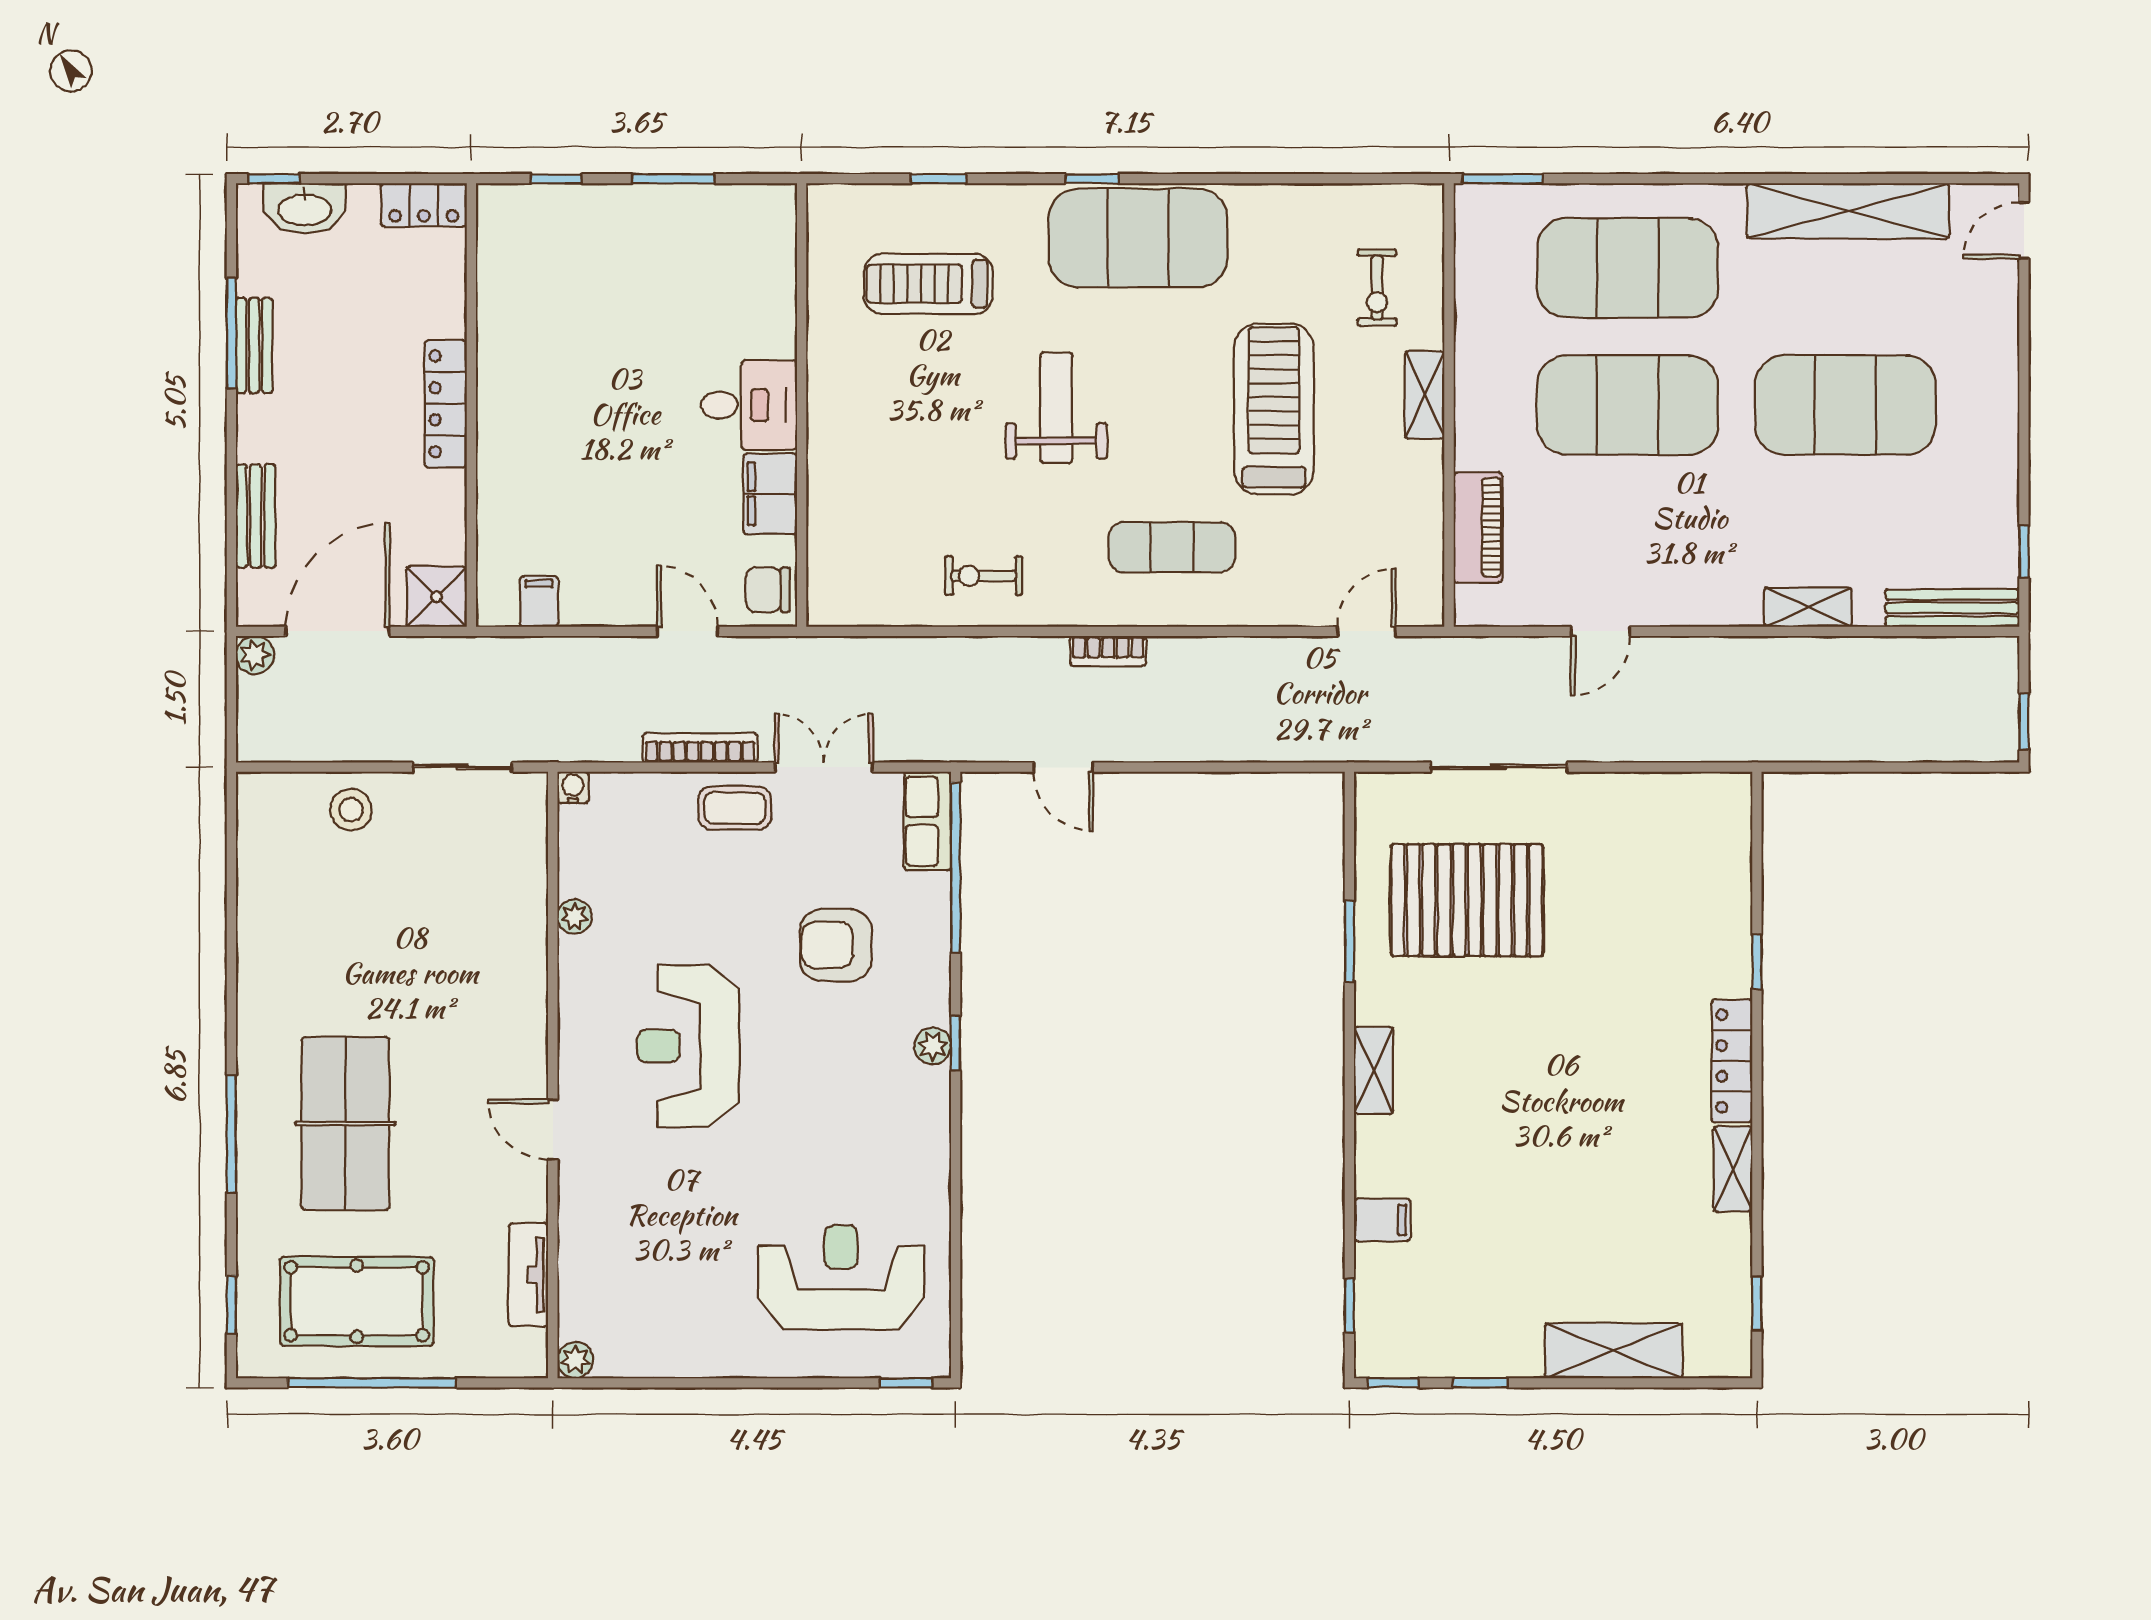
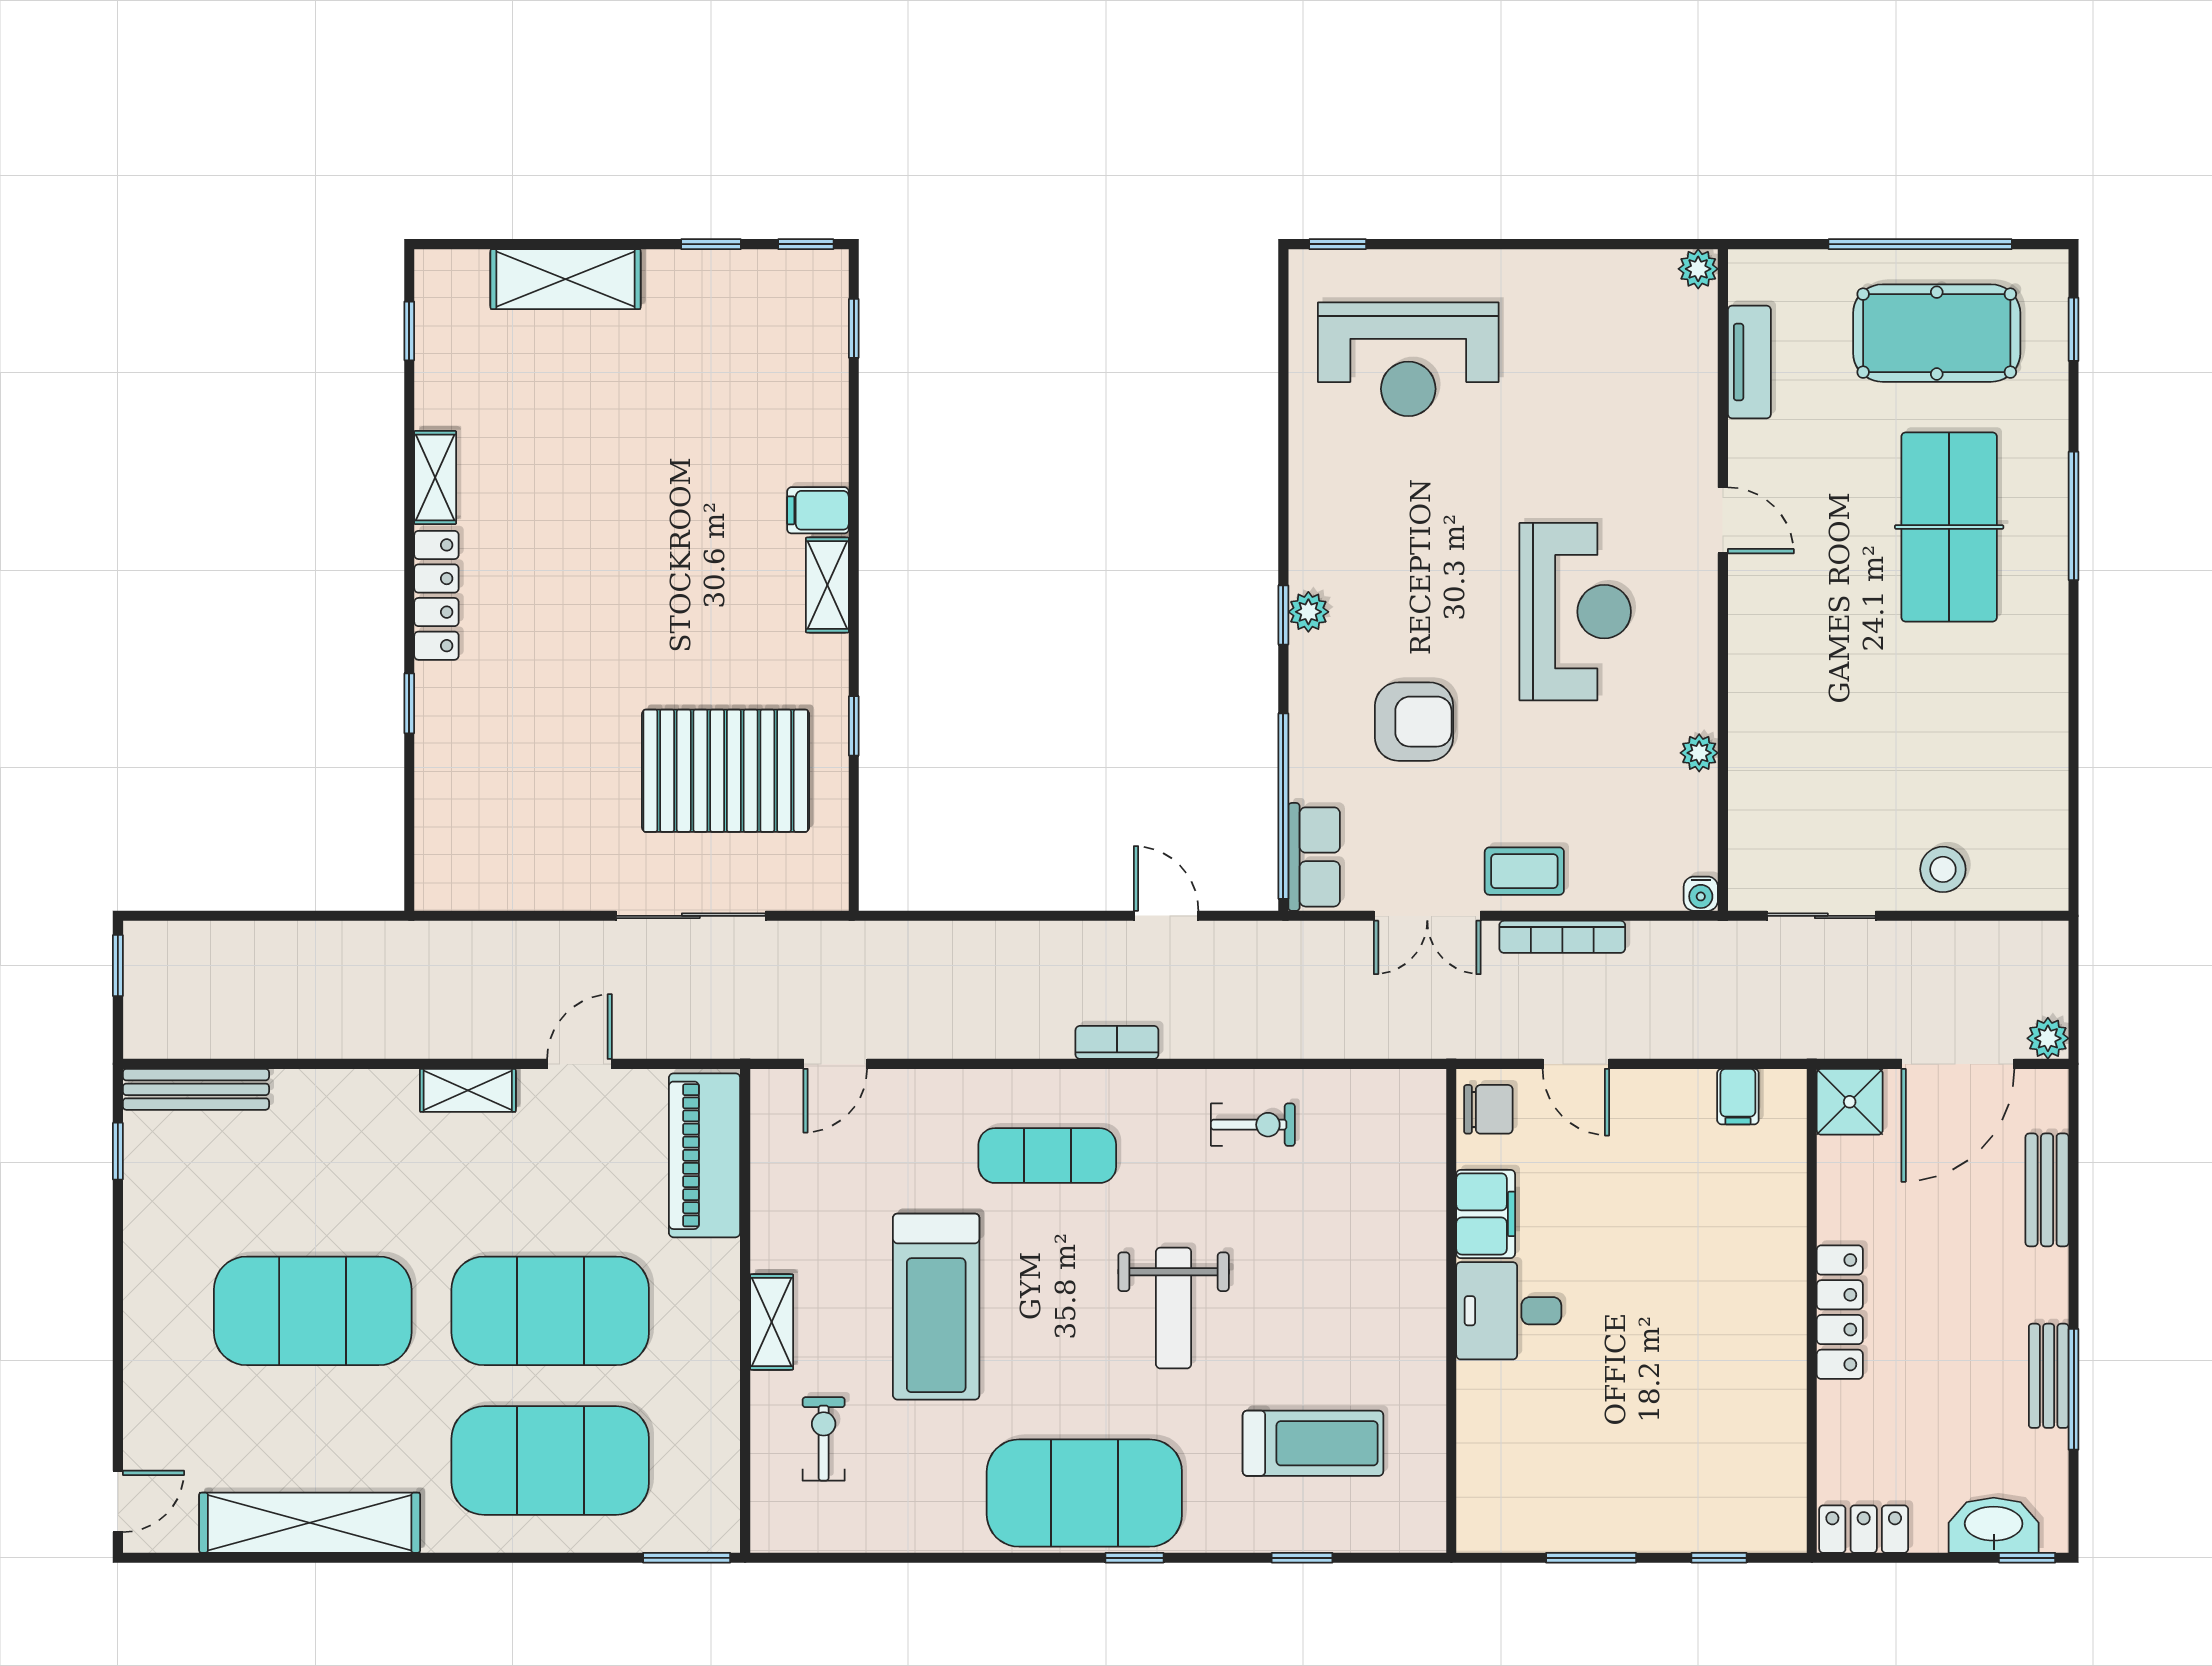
piano: (1478, 528) -> (705, 1155), width x1.37, depth x1.33
shelving: (1808, 607) -> (468, 1090), moved
window: (1349, 941) -> (854, 726), width x0.67
filing cabinet: (1382, 1220) -> (818, 510), moved

